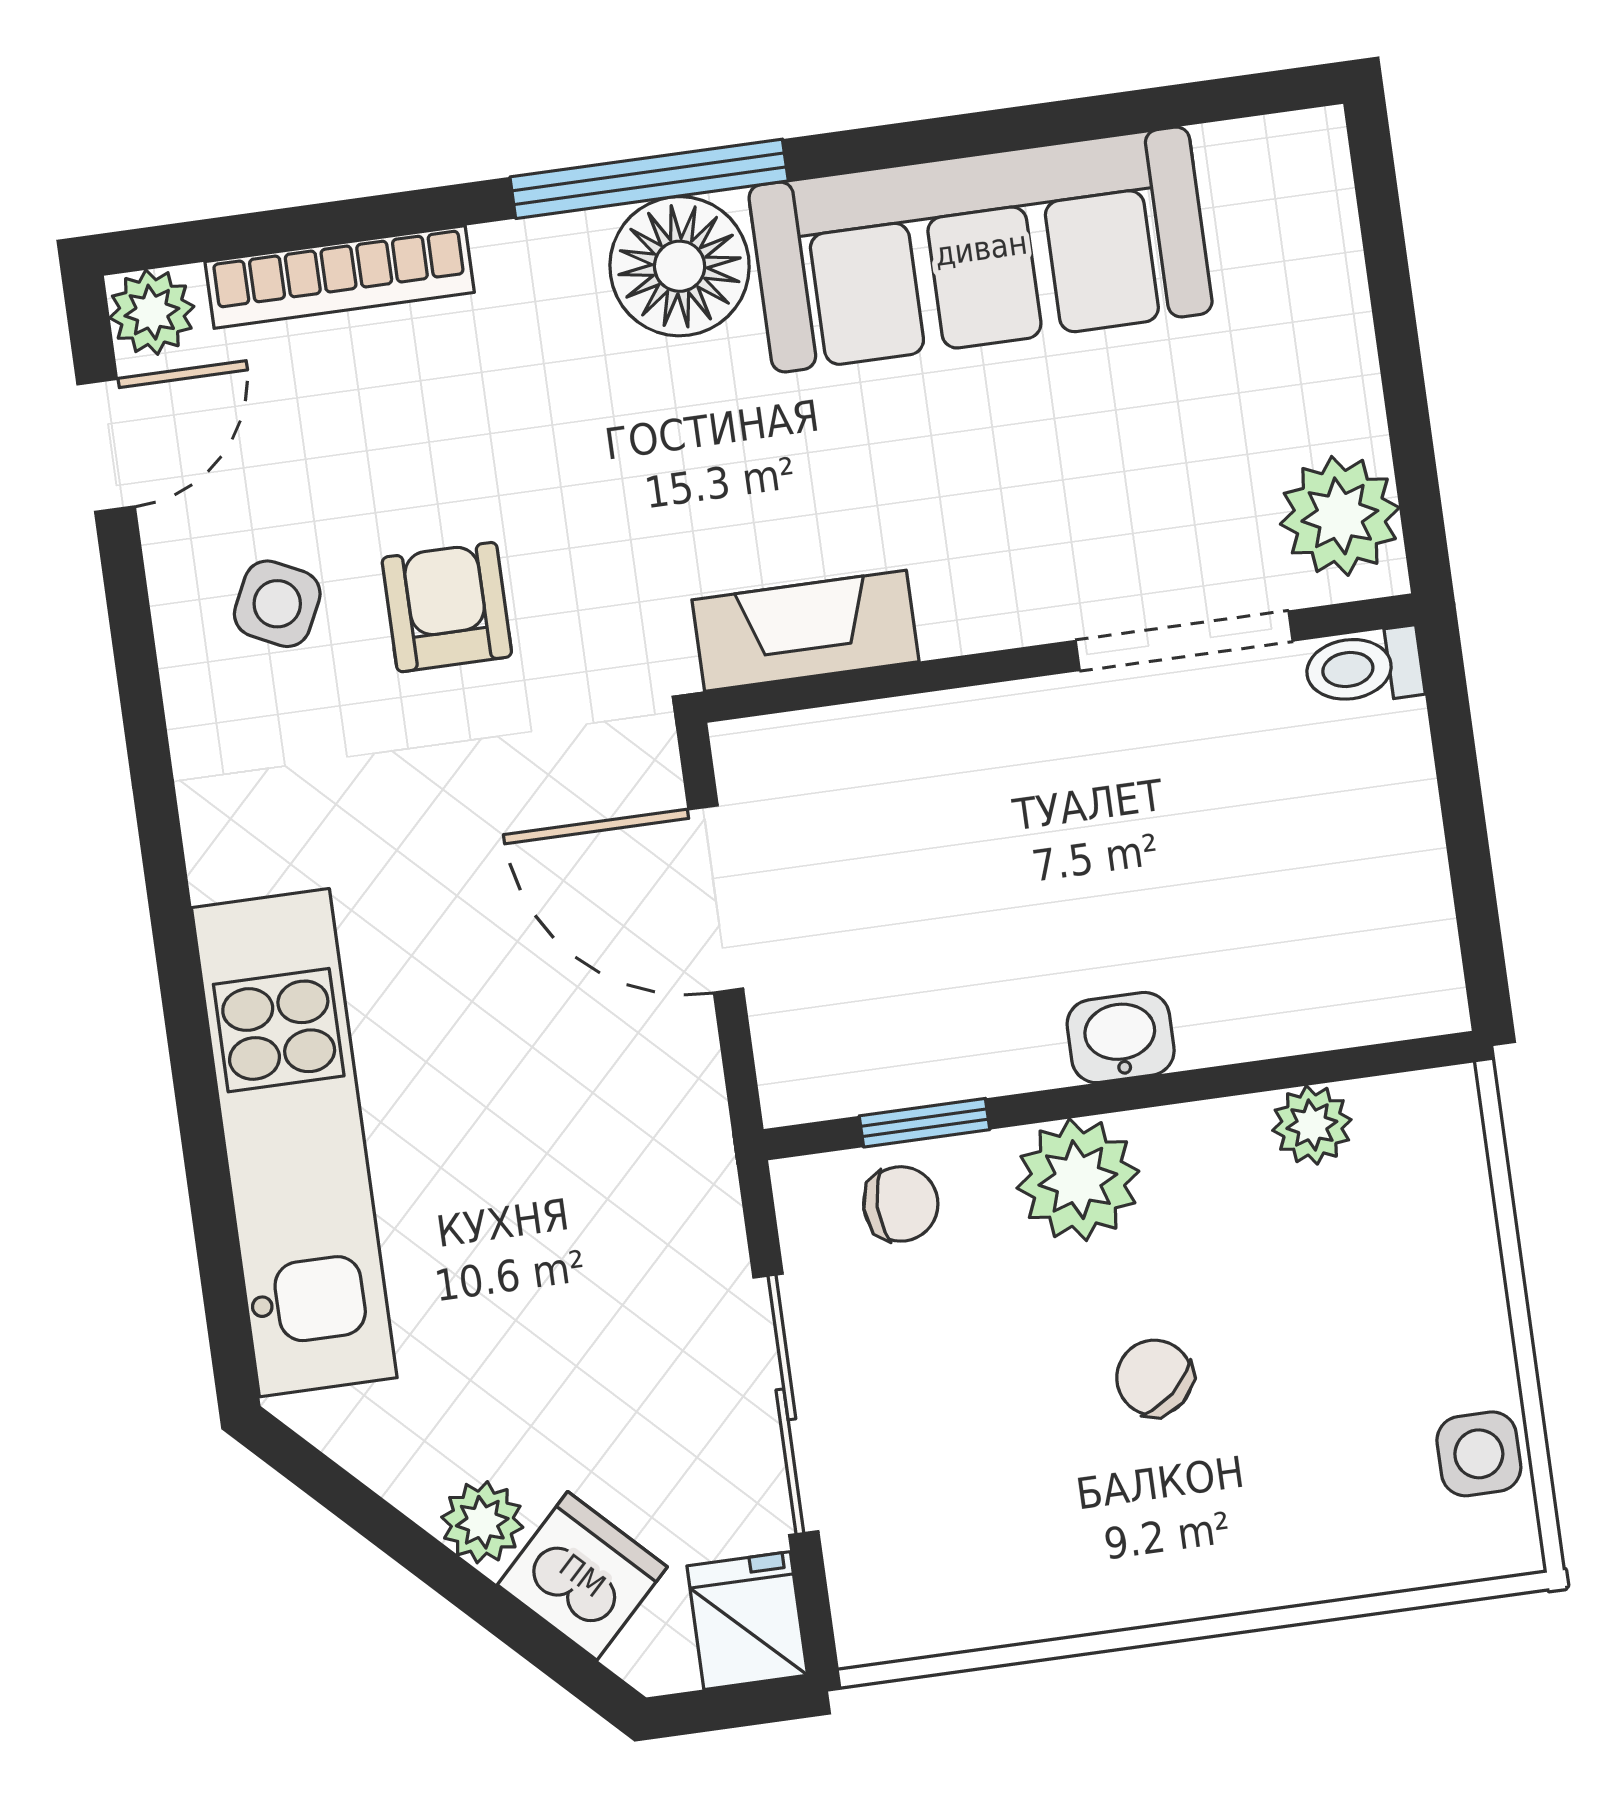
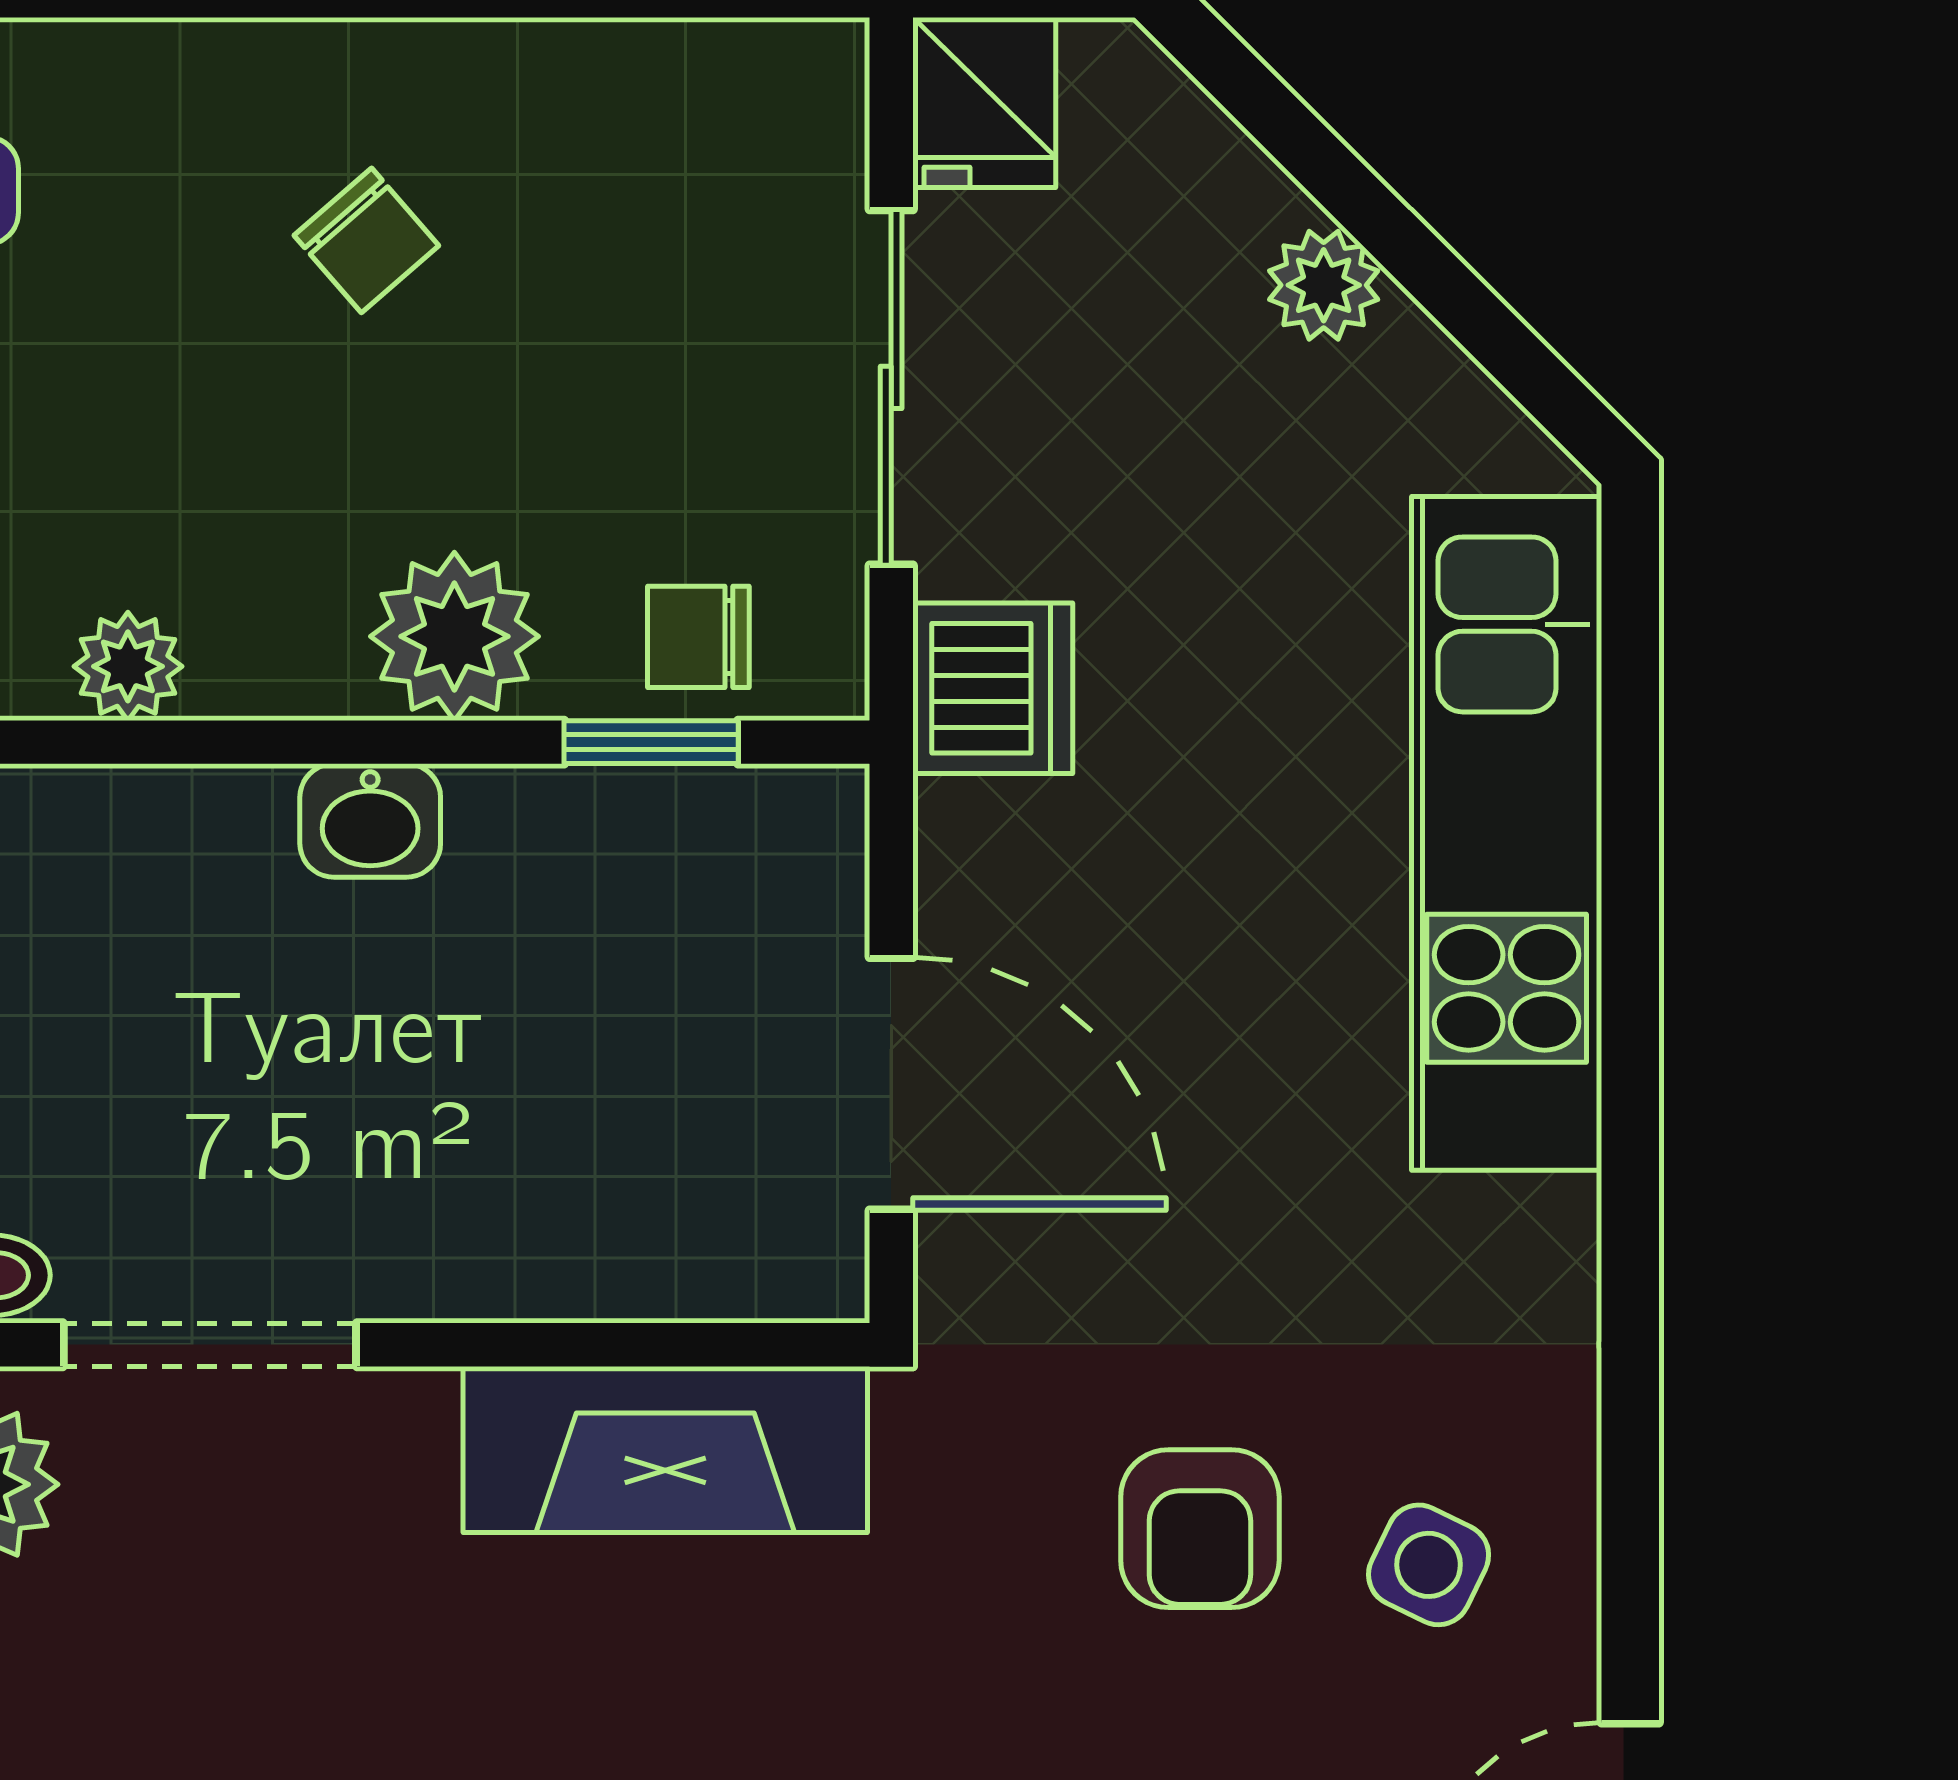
fireplace: (805, 631) -> (665, 1449), width x1.37, depth x1.32
chair: (1154, 1378) -> (366, 240), moved
dishwasher: (582, 1576) -> (993, 688), moved, turned -135

